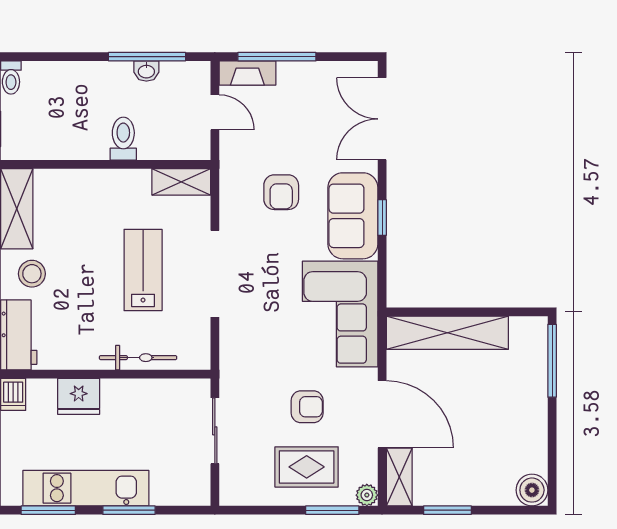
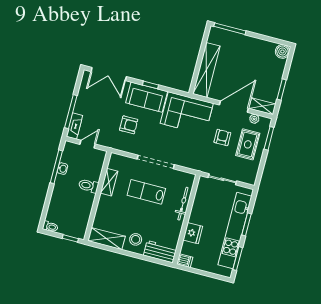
shelving: (181, 182) -> (109, 182), moved
kitchen unit: (86, 488) -> (235, 230), width x1.36
plant: (367, 495) -> (254, 119), moved

